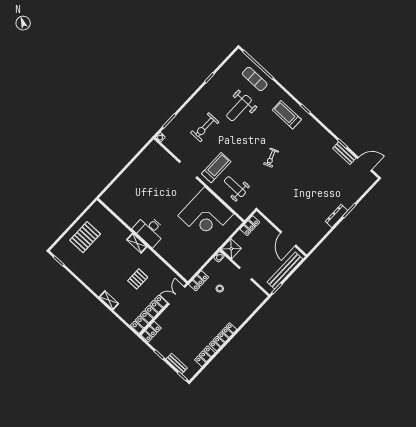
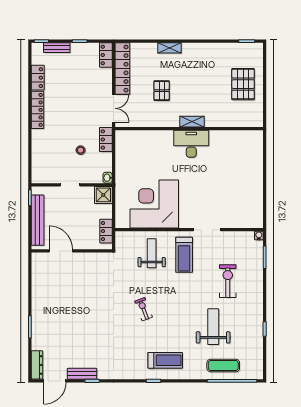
weight bench: (235, 187) -> (152, 253), turned -90
dresser: (337, 216) -> (37, 365), moved

